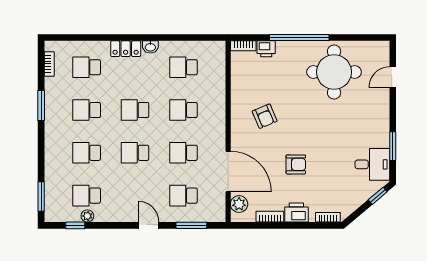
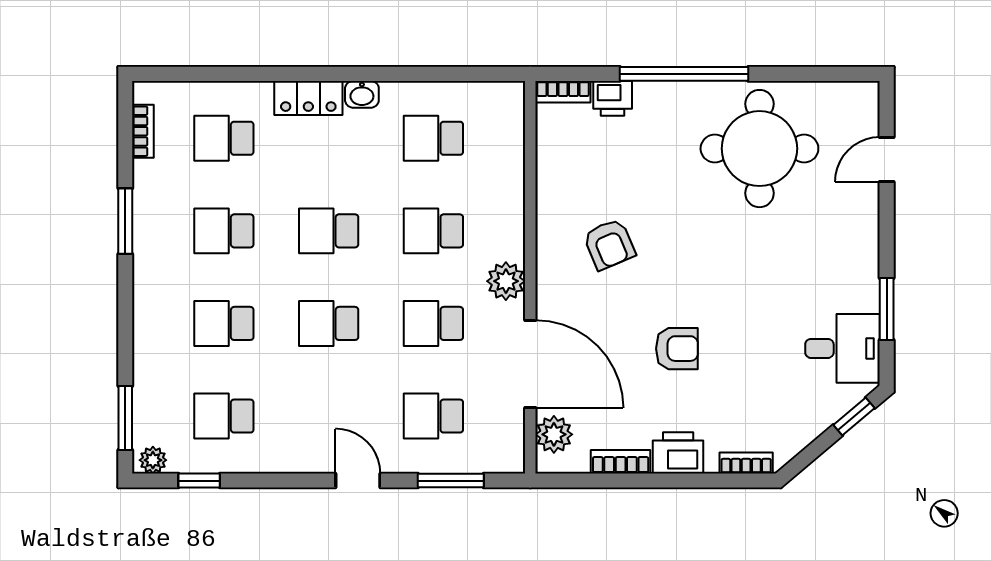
plant: (217, 133) -> (506, 281), added
plant: (87, 216) -> (153, 460), moved

